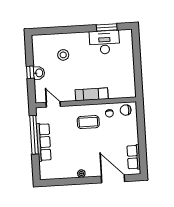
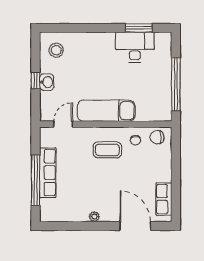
stool: (63, 55) -> (56, 50), moved
window: (138, 69) -> (176, 84), added
exam couch: (92, 94) -> (106, 111), width x1.36, depth x1.45
door: (53, 104) -> (63, 124), hinge flipped
window: (34, 135) -> (36, 180), moved

